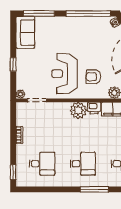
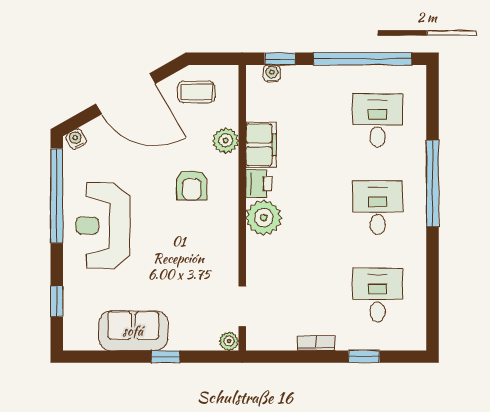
window: (39, 14) -> (57, 301), width x0.46
sofa: (25, 32) -> (133, 331), moved
reception desk: (64, 74) -> (103, 225), moved, turned 90
window: (13, 172) -> (364, 357), moved
window: (94, 189) -> (433, 183), width x1.46

